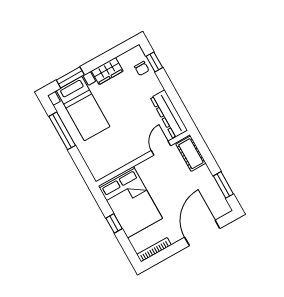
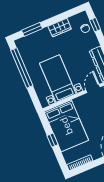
bed with nightstands: (83, 109) -> (58, 79), moved, turned 180
window: (62, 131) -> (22, 68), width x1.46

